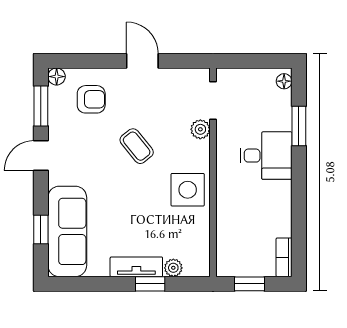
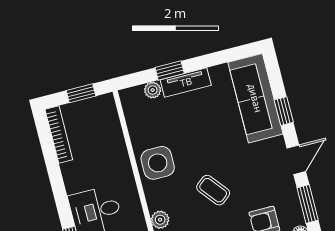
window: (41, 229) -> (284, 111), moved
bookcase: (284, 257) -> (59, 134), width x1.56

